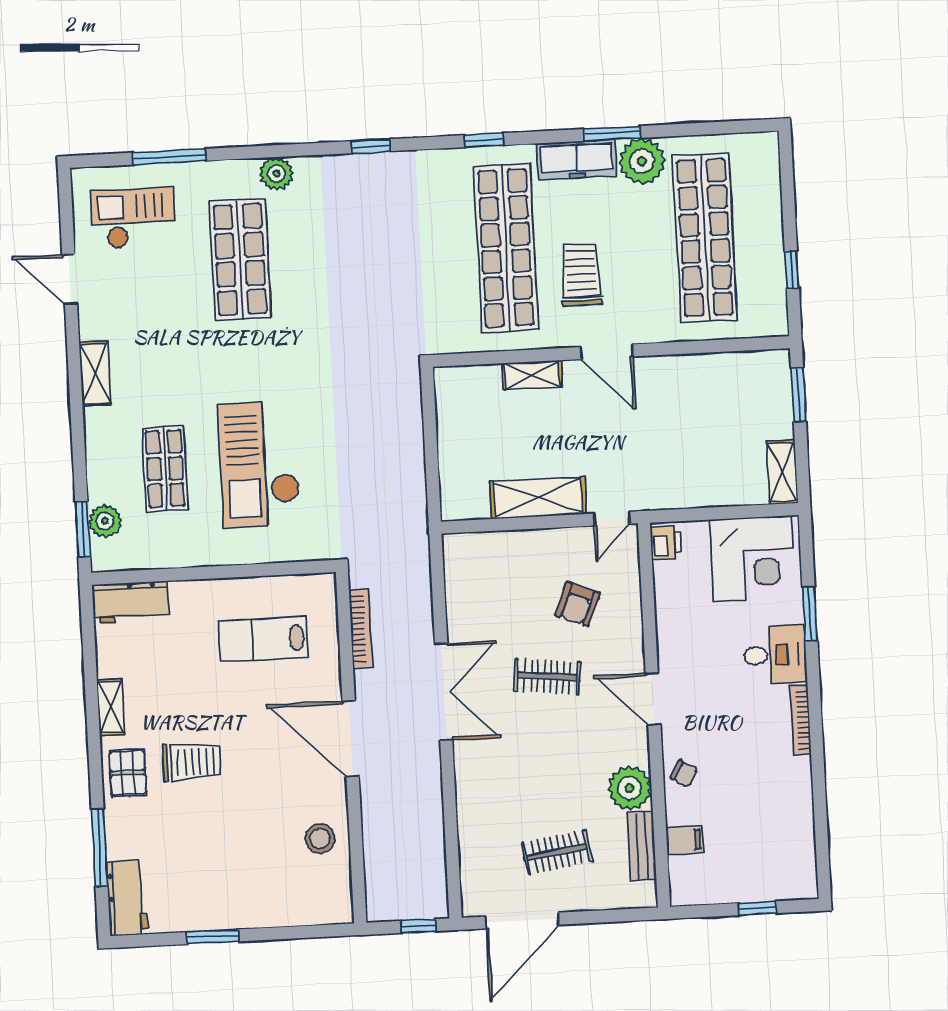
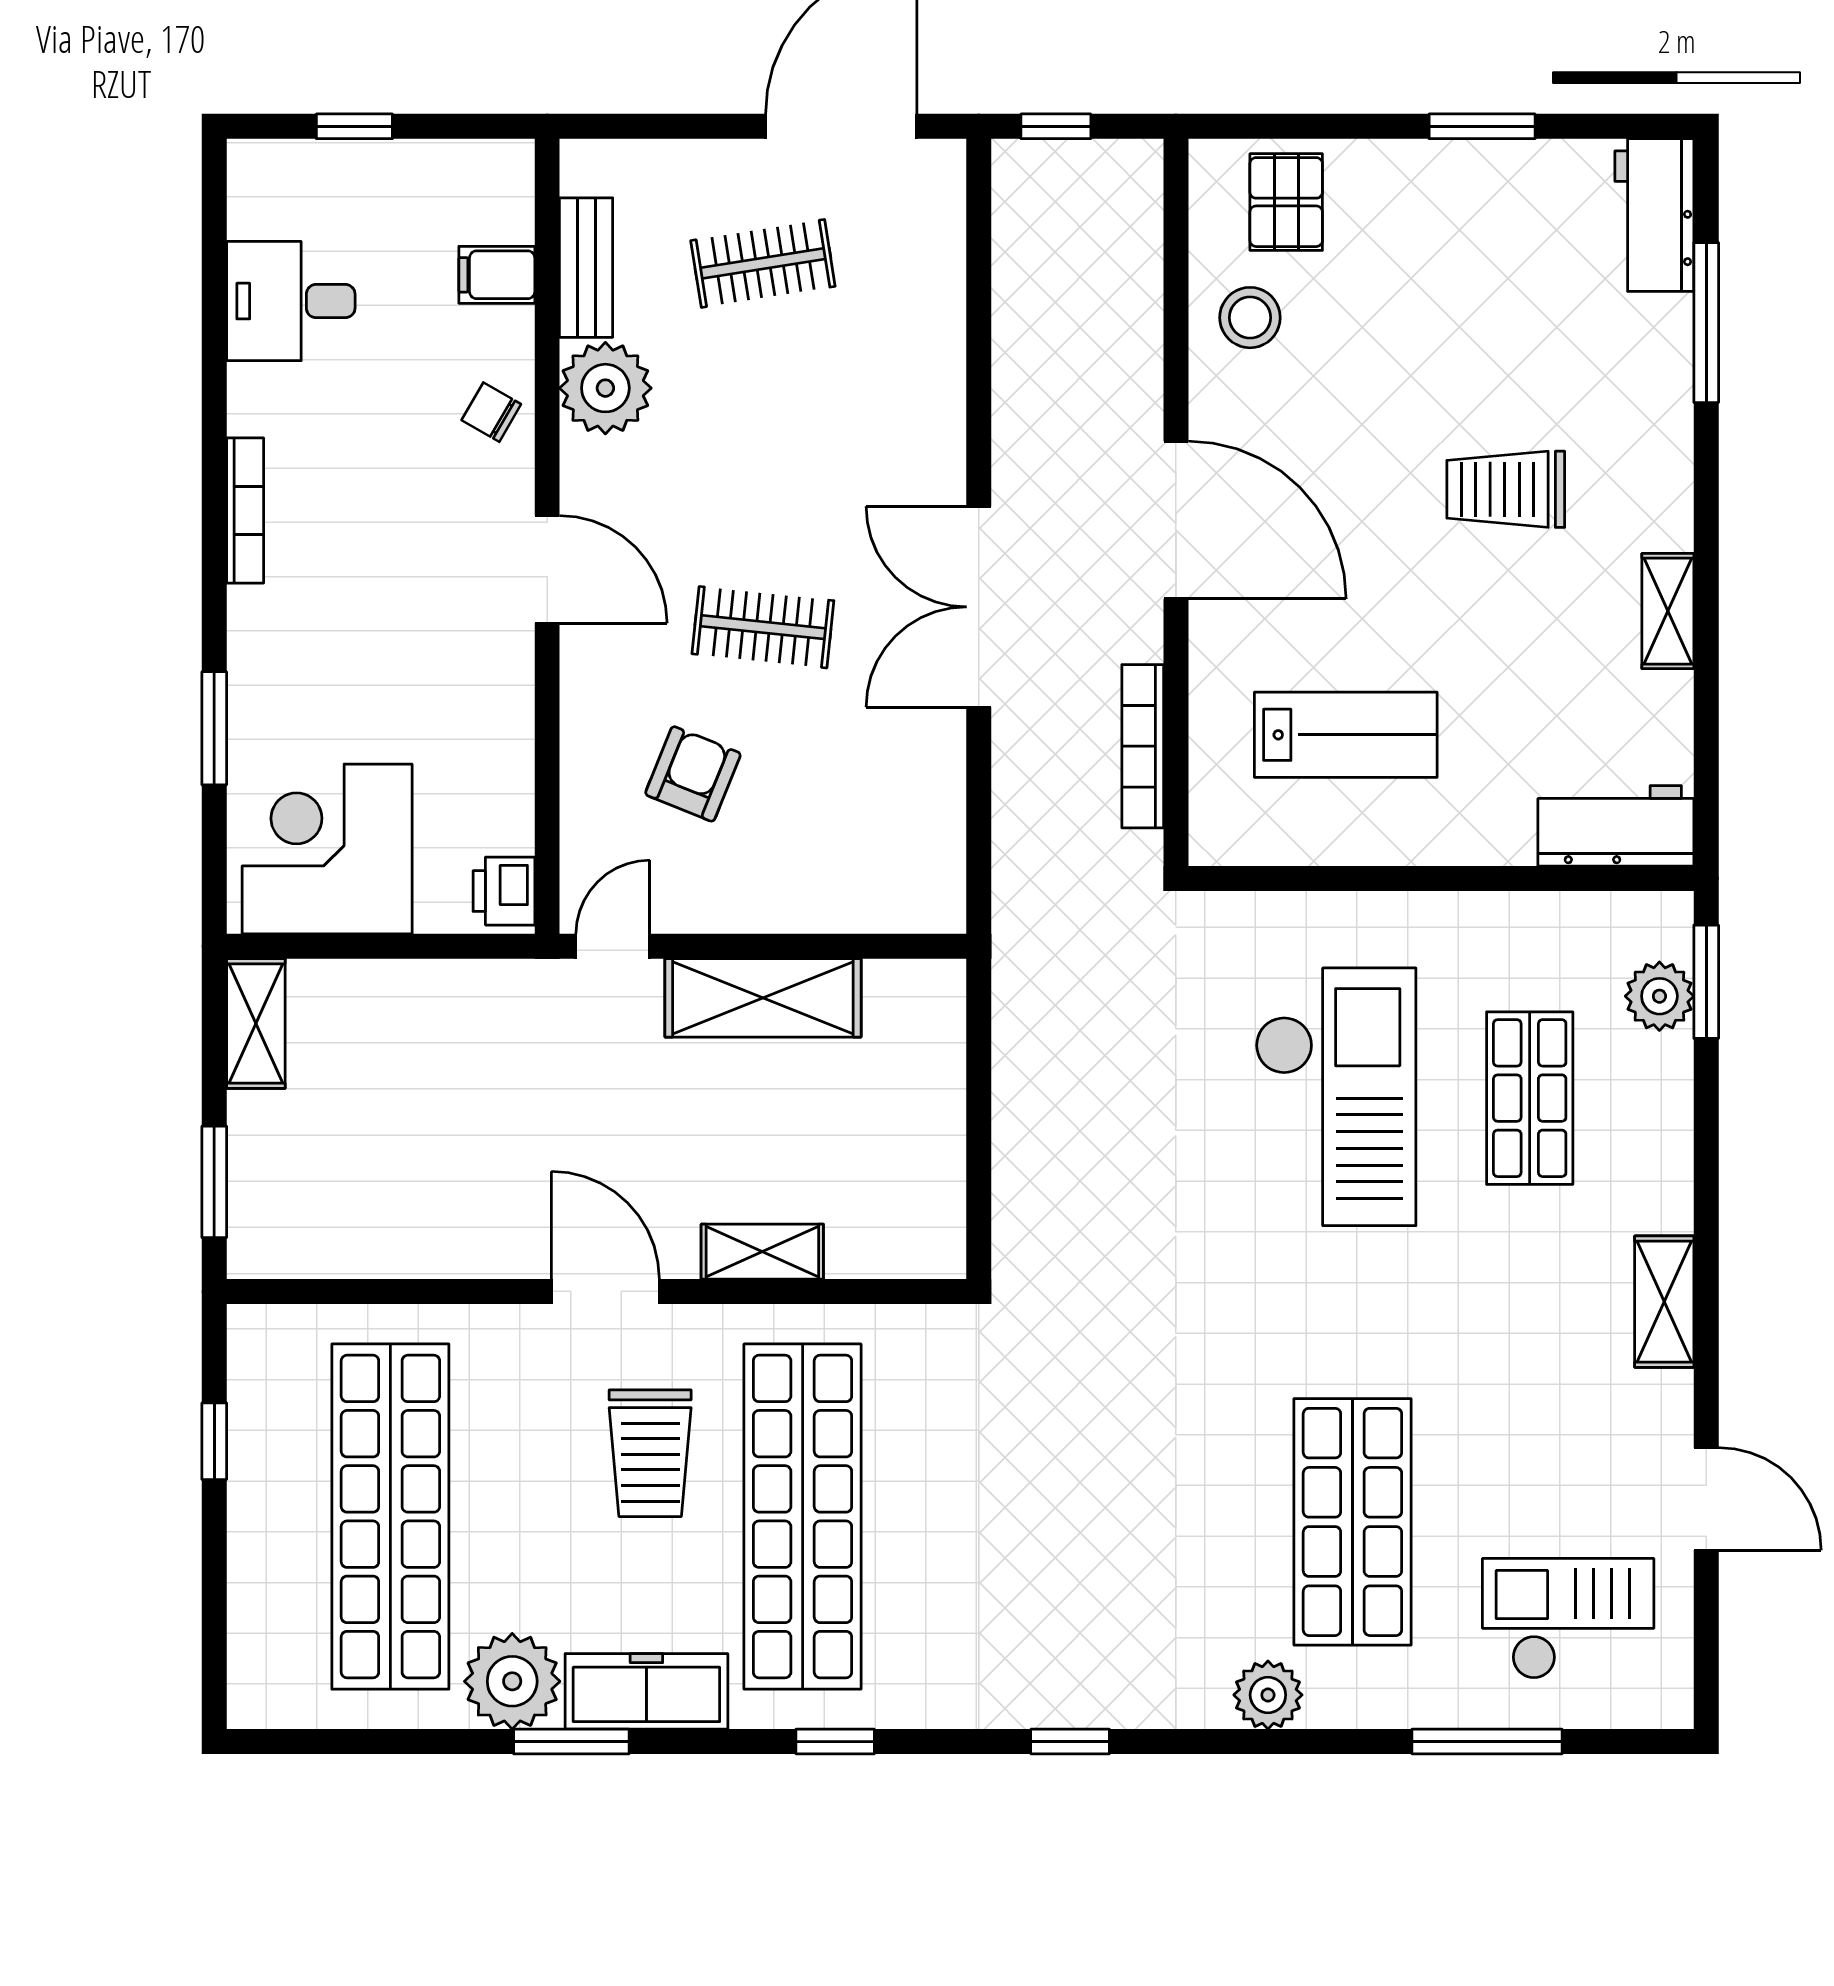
checkout: (133, 218) -> (1568, 1619), turned 180
desk: (775, 655) -> (291, 301), moved
pallet: (128, 773) -> (1286, 202), moved

